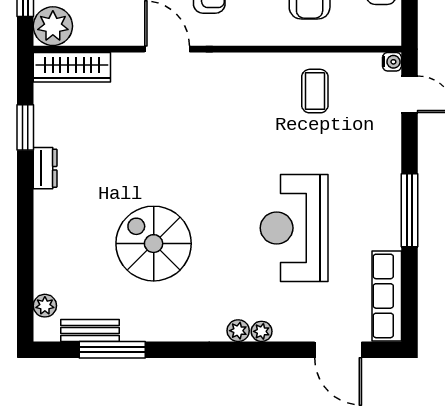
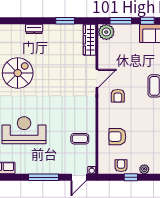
dresser: (45, 168) -> (34, 29), moved
window: (410, 210) -> (44, 177), moved

